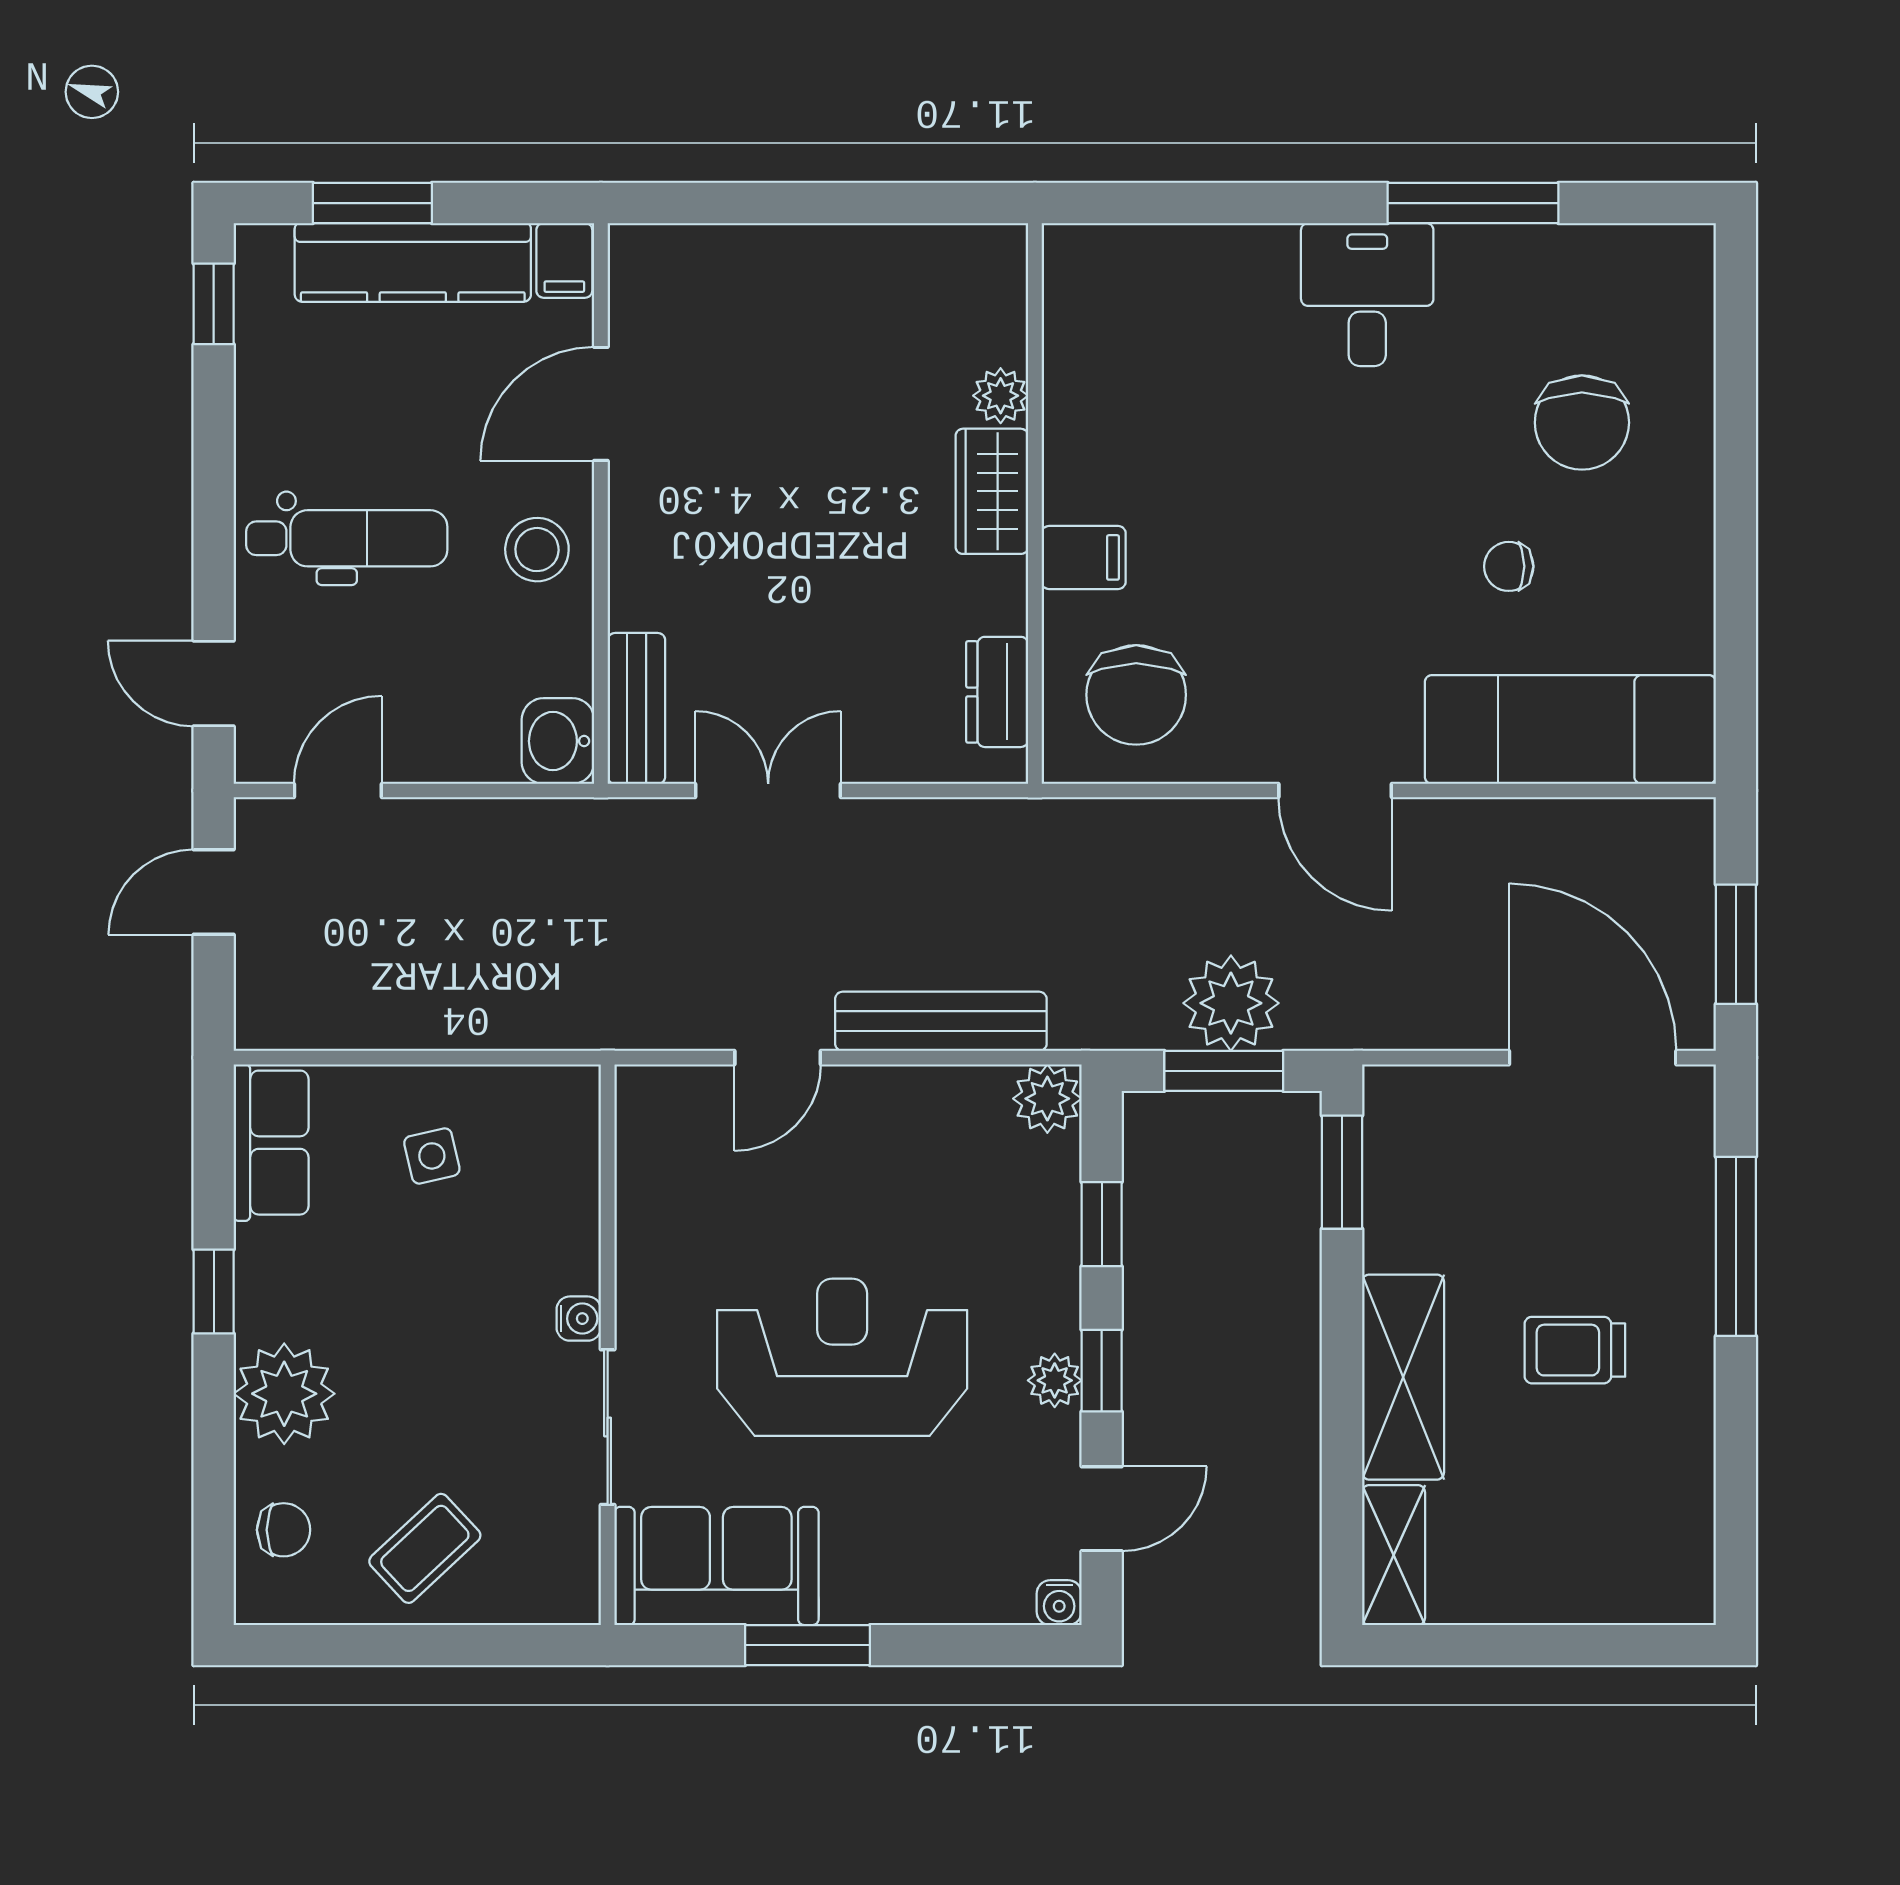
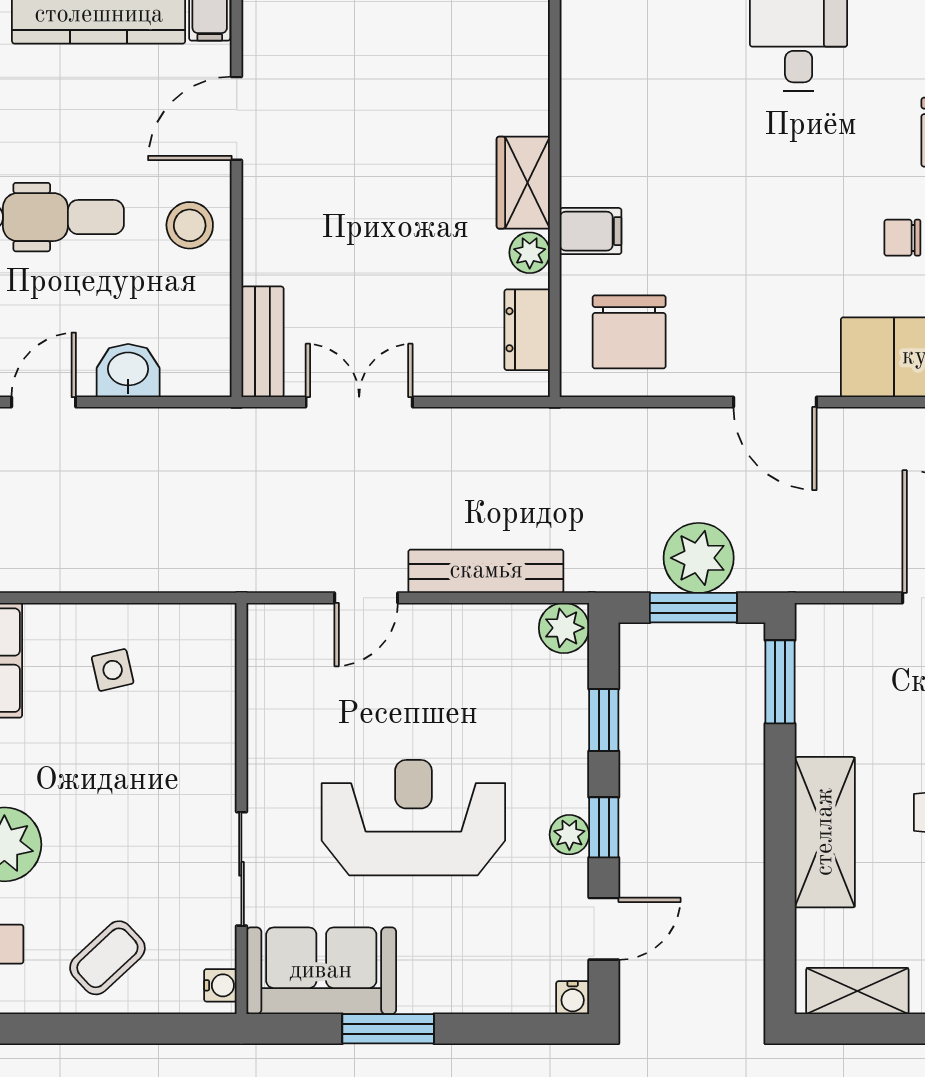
plant: (1001, 396) -> (530, 253), moved
washbasin: (558, 741) -> (128, 371), moved, turned 90
water cooler: (579, 1319) -> (220, 985), moved
shelving: (1394, 1555) -> (857, 991), moved, turned 90

